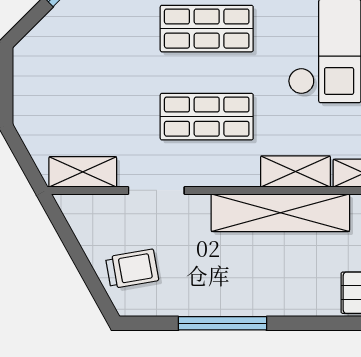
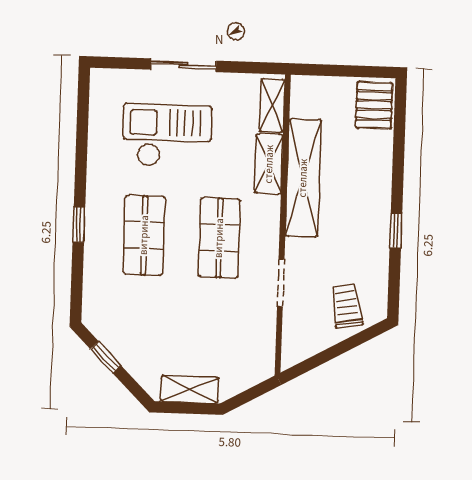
shelving: (83, 172) -> (189, 389), moved, turned 90
window: (222, 323) -> (396, 231), width x0.46

